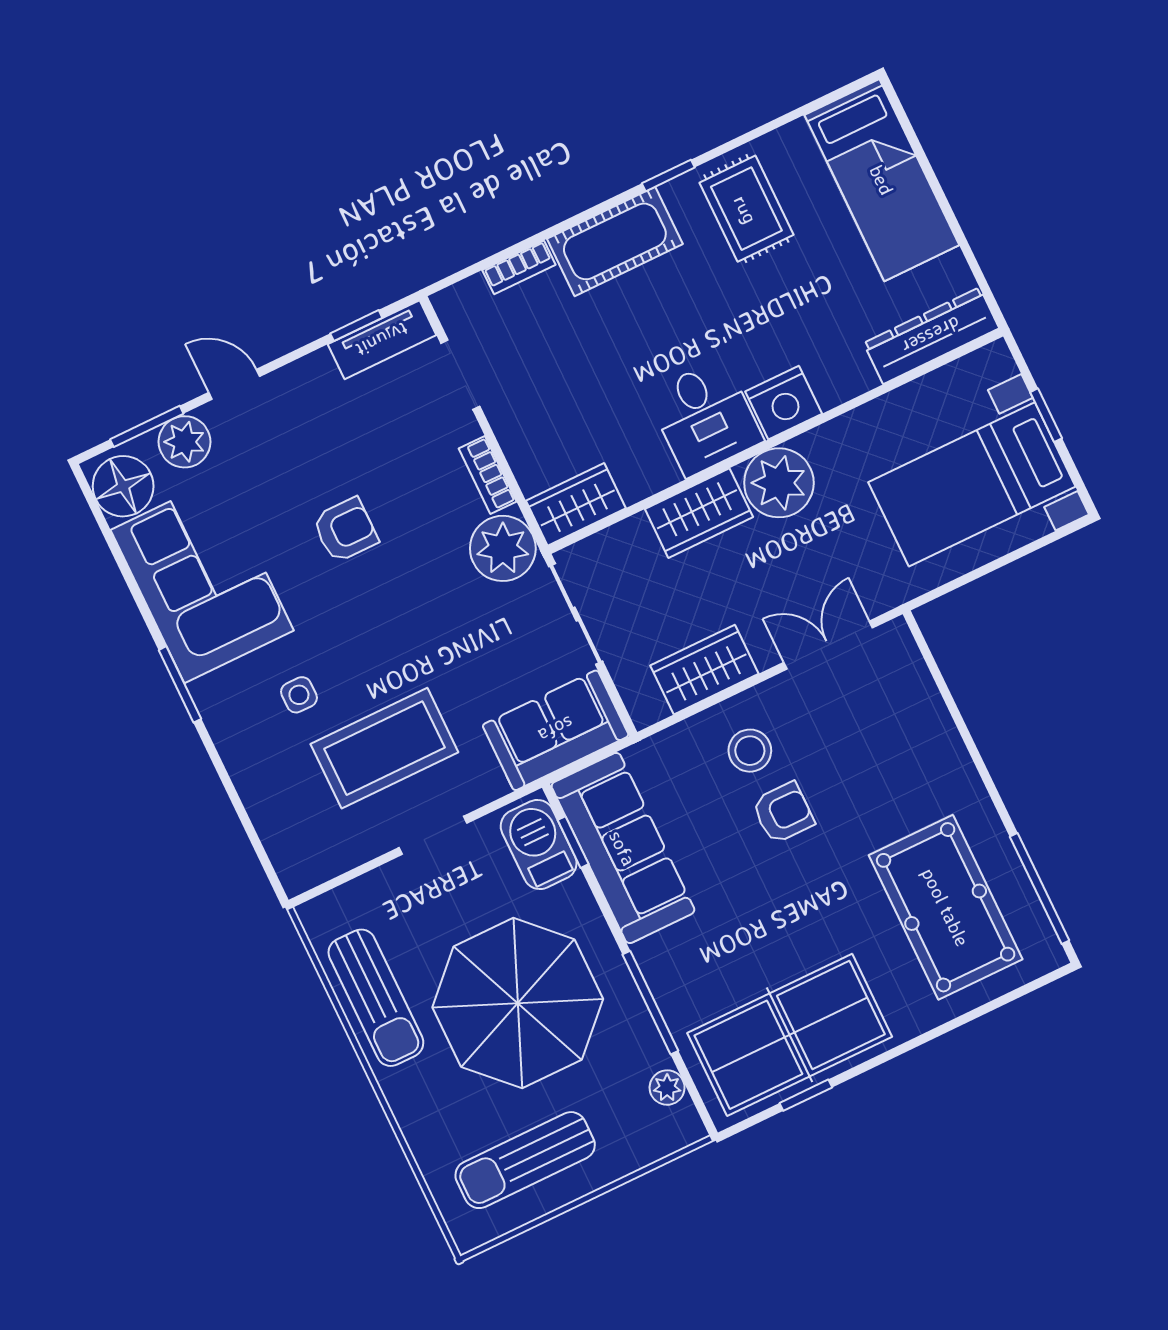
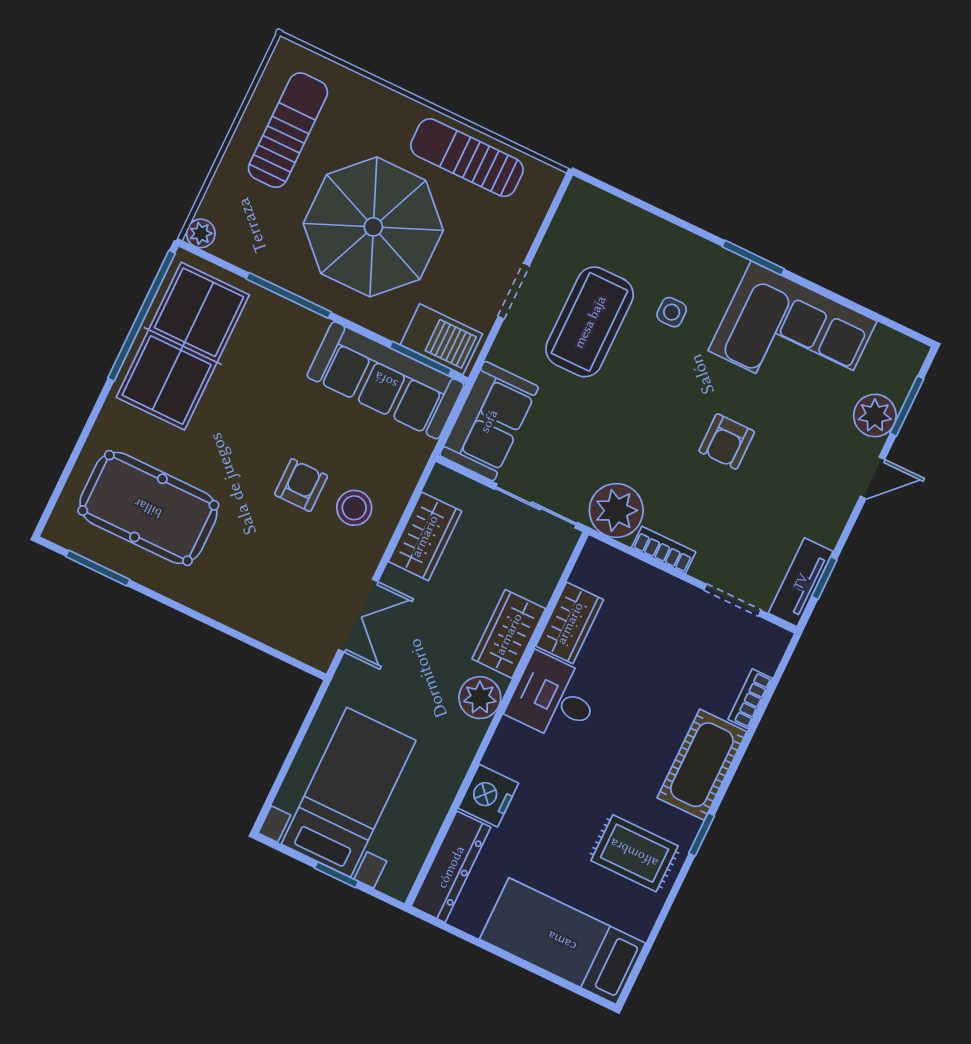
nightstand: (784, 403) -> (488, 796), moved
plant: (779, 483) -> (480, 698), width x0.73, depth x0.73
floor lamp: (123, 486) -> (891, 356), removed
wardrobe: (576, 504) -> (570, 623), moved
armchair: (783, 813) -> (301, 485), turned 180
window: (573, 842) -> (421, 359), width x1.50
window: (1040, 888) -> (98, 568), width x0.69
plant: (667, 1088) -> (201, 233), moved
window: (806, 1095) -> (142, 316), width x3.17

